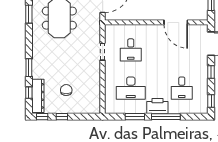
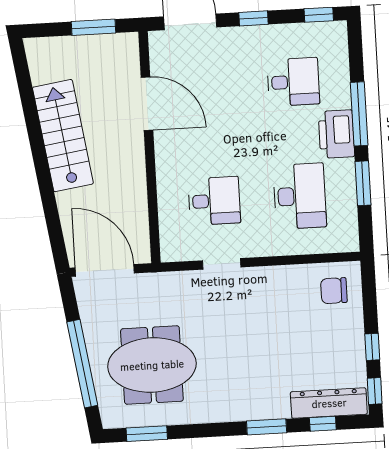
door: (176, 22) -> (147, 104), hinge flipped
chair: (66, 90) -> (334, 291), moved

